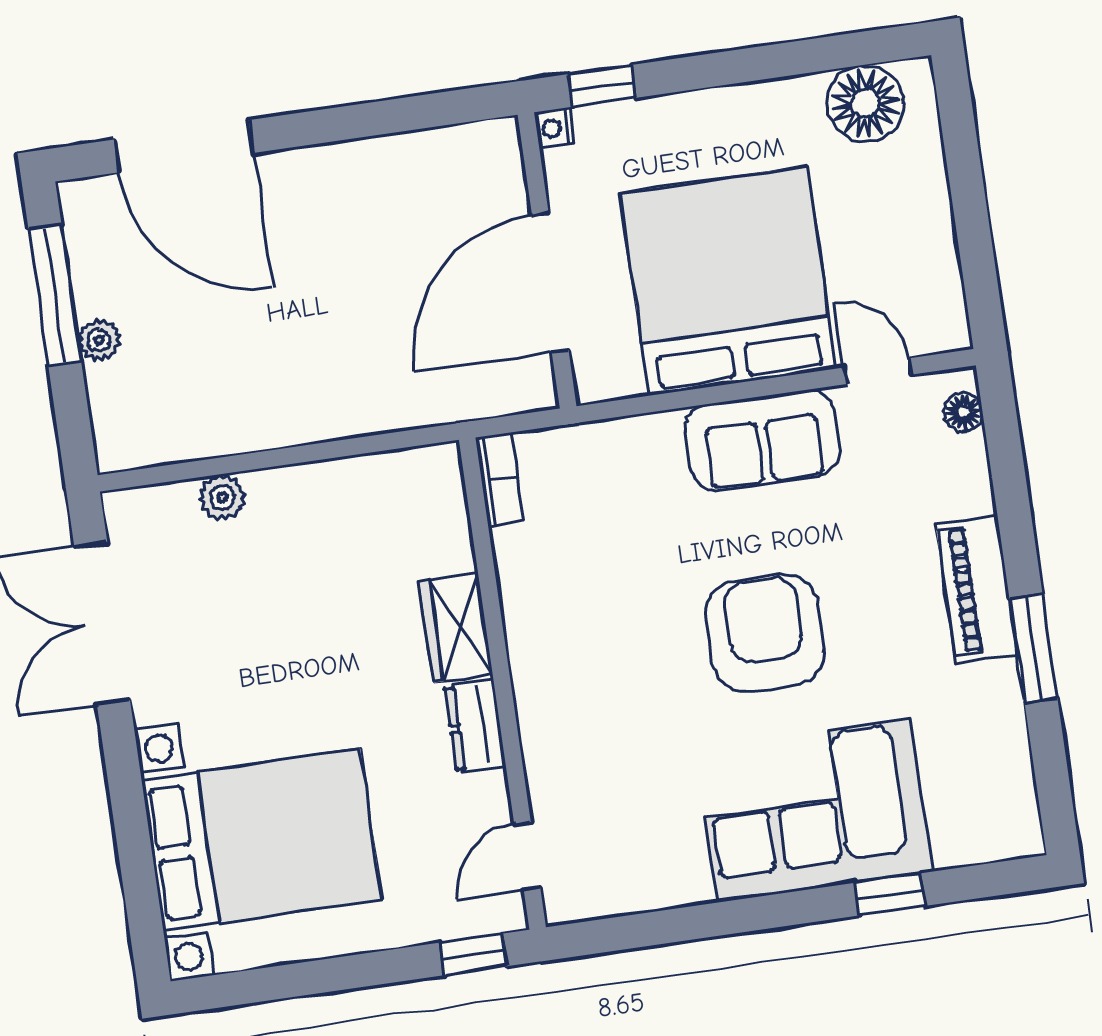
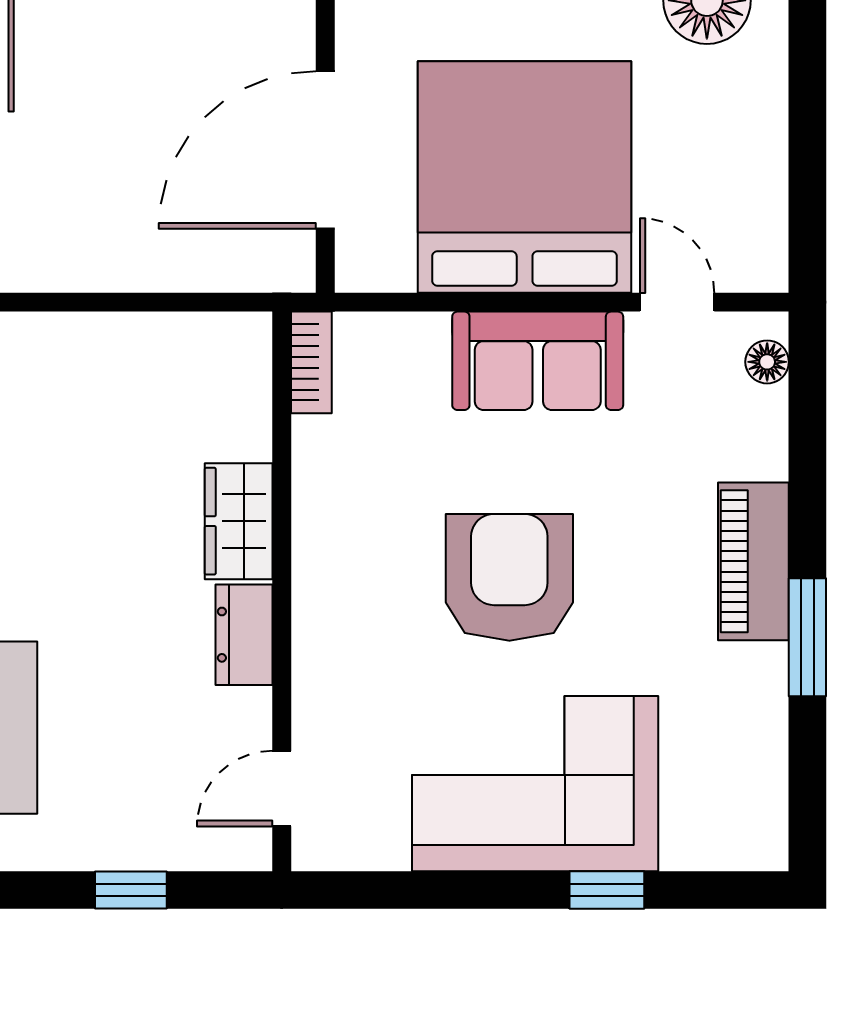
bookcase: (500, 479) -> (311, 362), moved
wardrobe: (456, 627) -> (239, 521), moved
wall: (502, 684) -> (282, 591), moved
dresser: (475, 726) -> (244, 635), moved
door: (527, 856) -> (282, 789), moved

